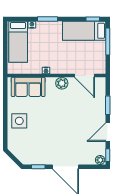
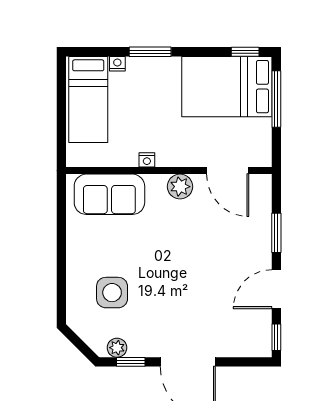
bed: (84, 31) -> (227, 87), width x1.50
side table: (19, 121) -> (112, 293), moved
plant: (100, 160) -> (117, 348), moved

